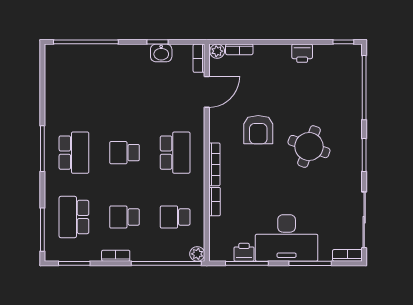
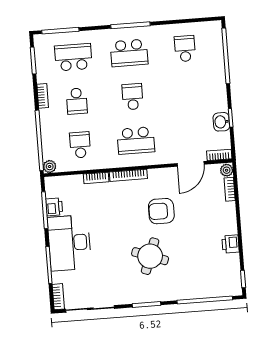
school desk: (74, 88) -> (185, 49), added
door: (207, 92) -> (191, 164), hinge flipped
school desk: (125, 217) -> (77, 101), turned 180

